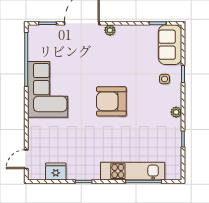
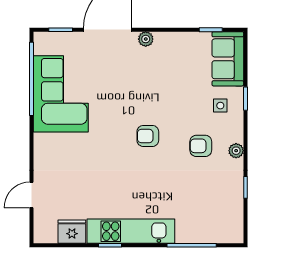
corner sofa: (48, 89) -> (61, 94), moved
armchair: (111, 101) -> (148, 136), width x0.53, depth x0.53
armchair: (150, 109) -> (201, 146), added
door: (26, 159) -> (32, 195), moved
kitchen unit: (133, 171) -> (131, 231), moved

